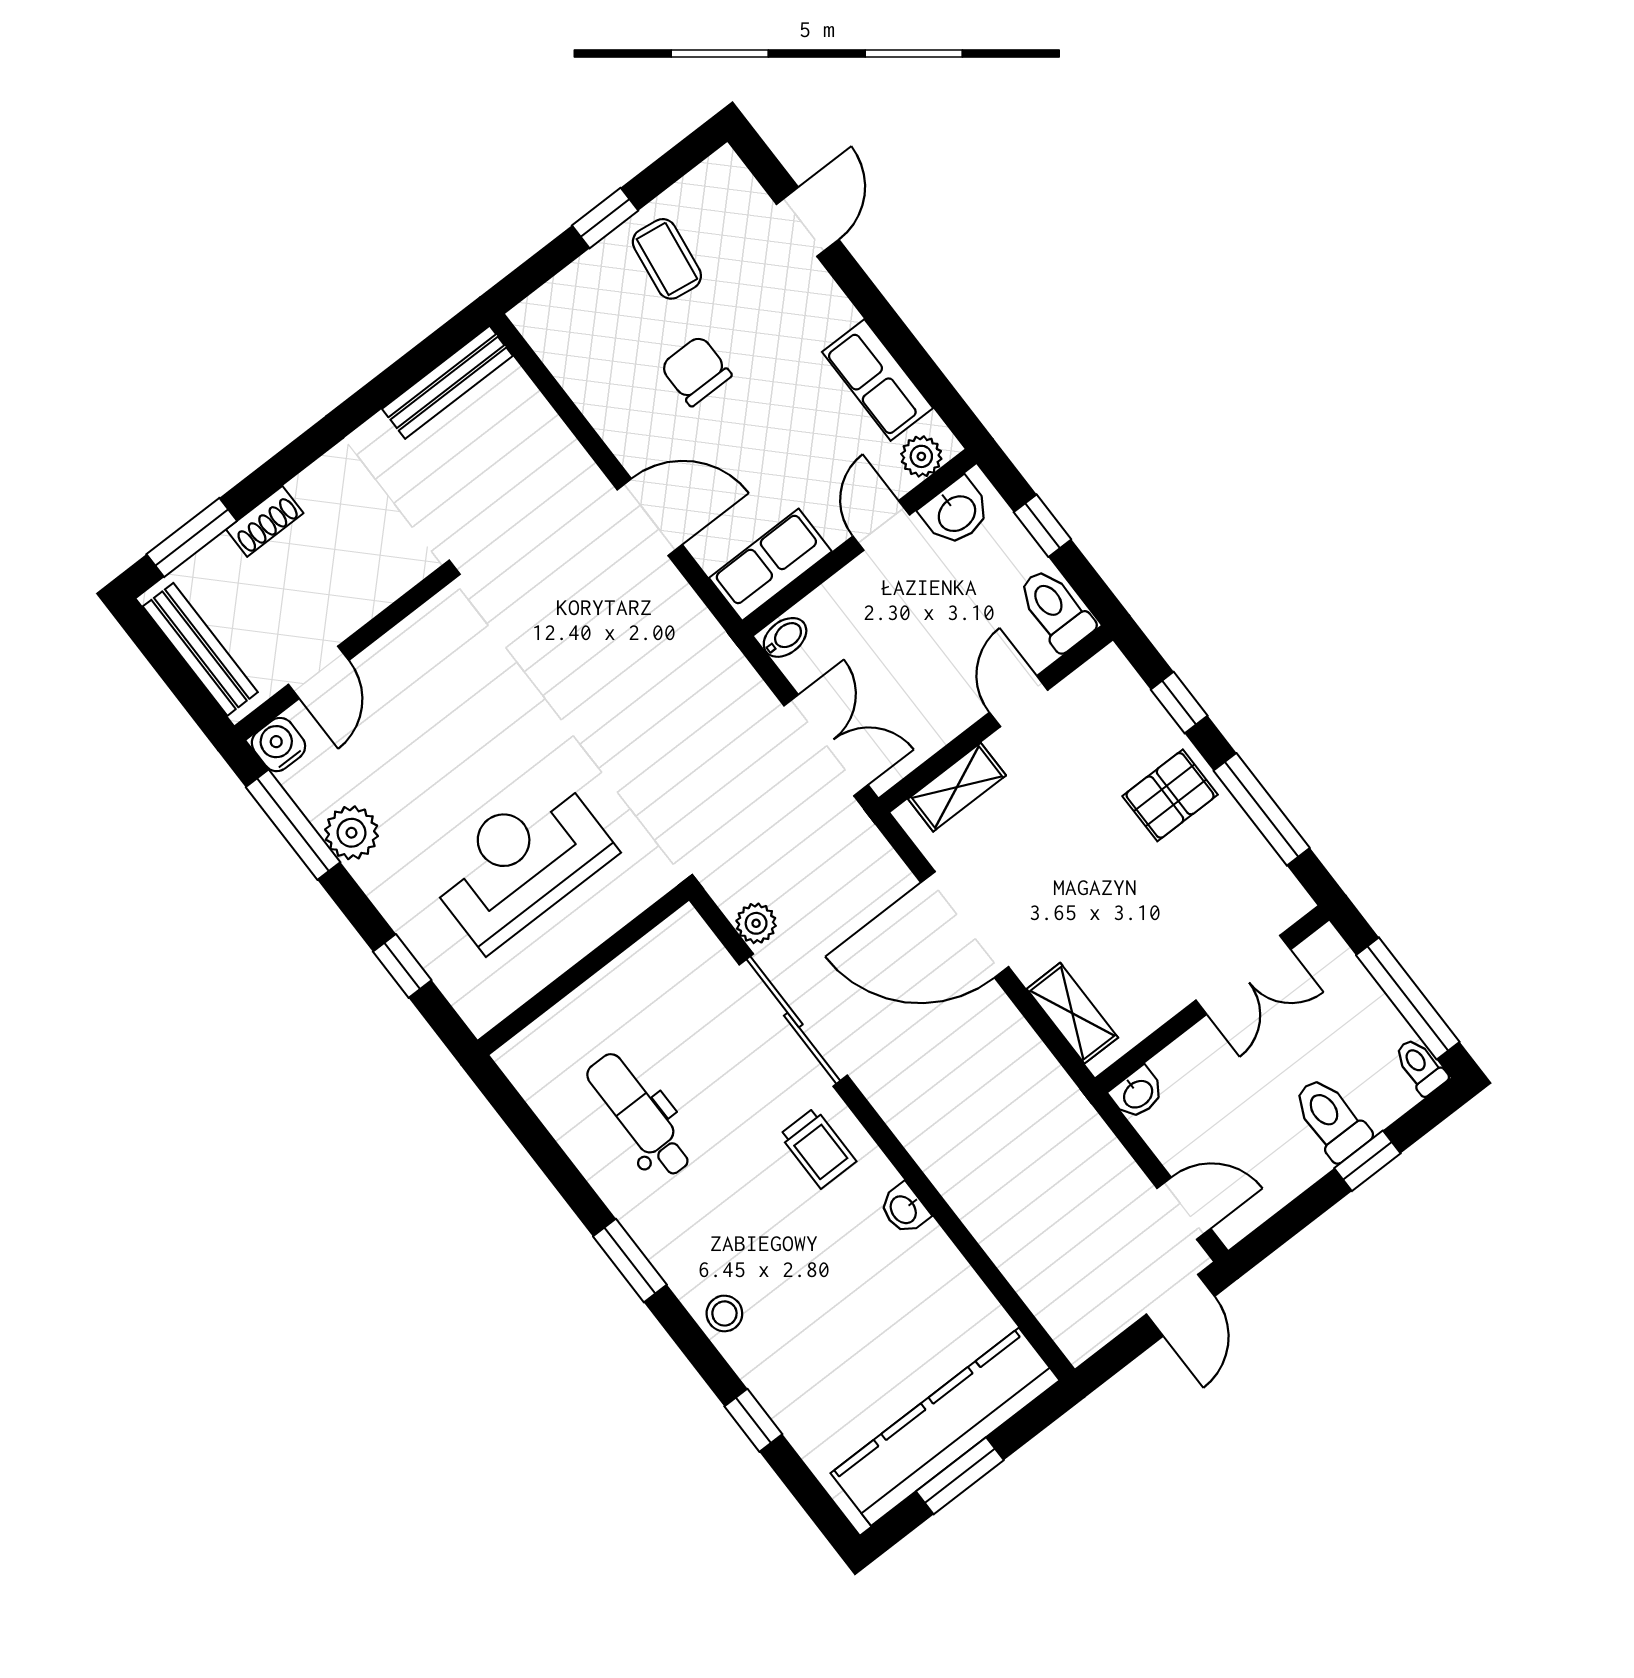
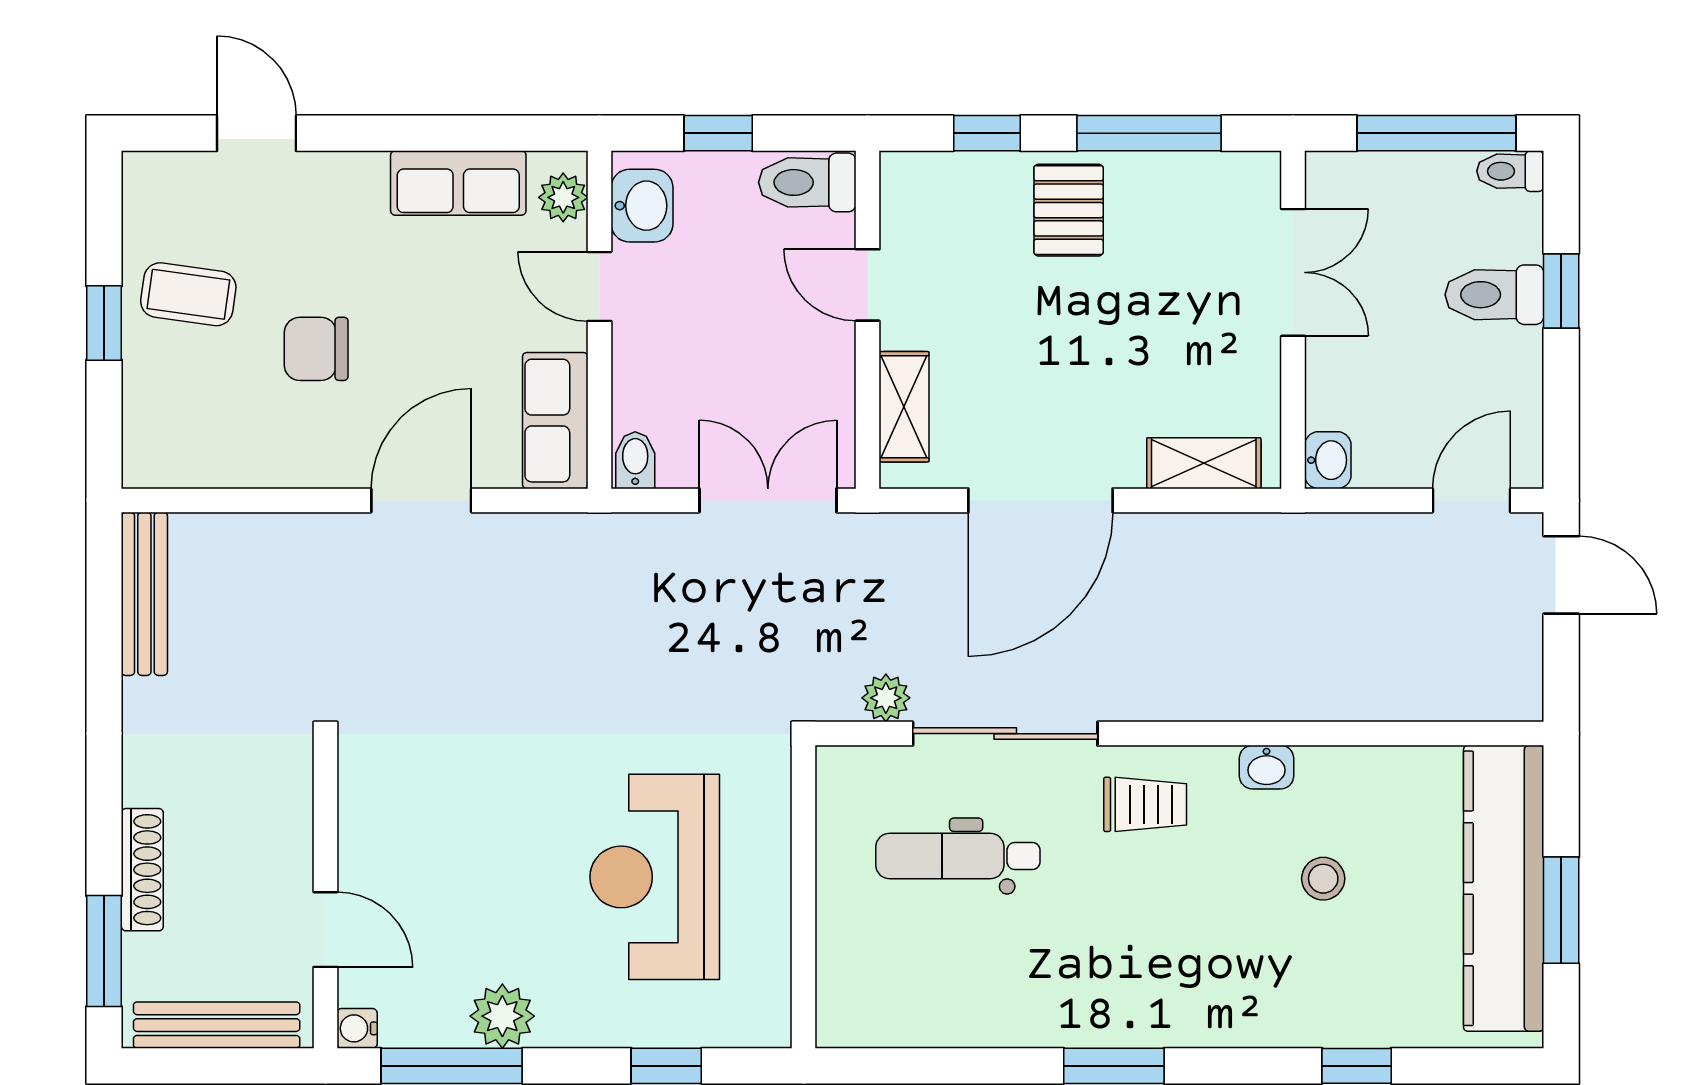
shoe rack: (265, 521) -> (142, 870), width x1.43
water cooler: (278, 745) -> (357, 1028), width x0.72, depth x0.72
dental chair: (639, 1115) -> (958, 856), moved
stool: (724, 1313) -> (1323, 879), moved

